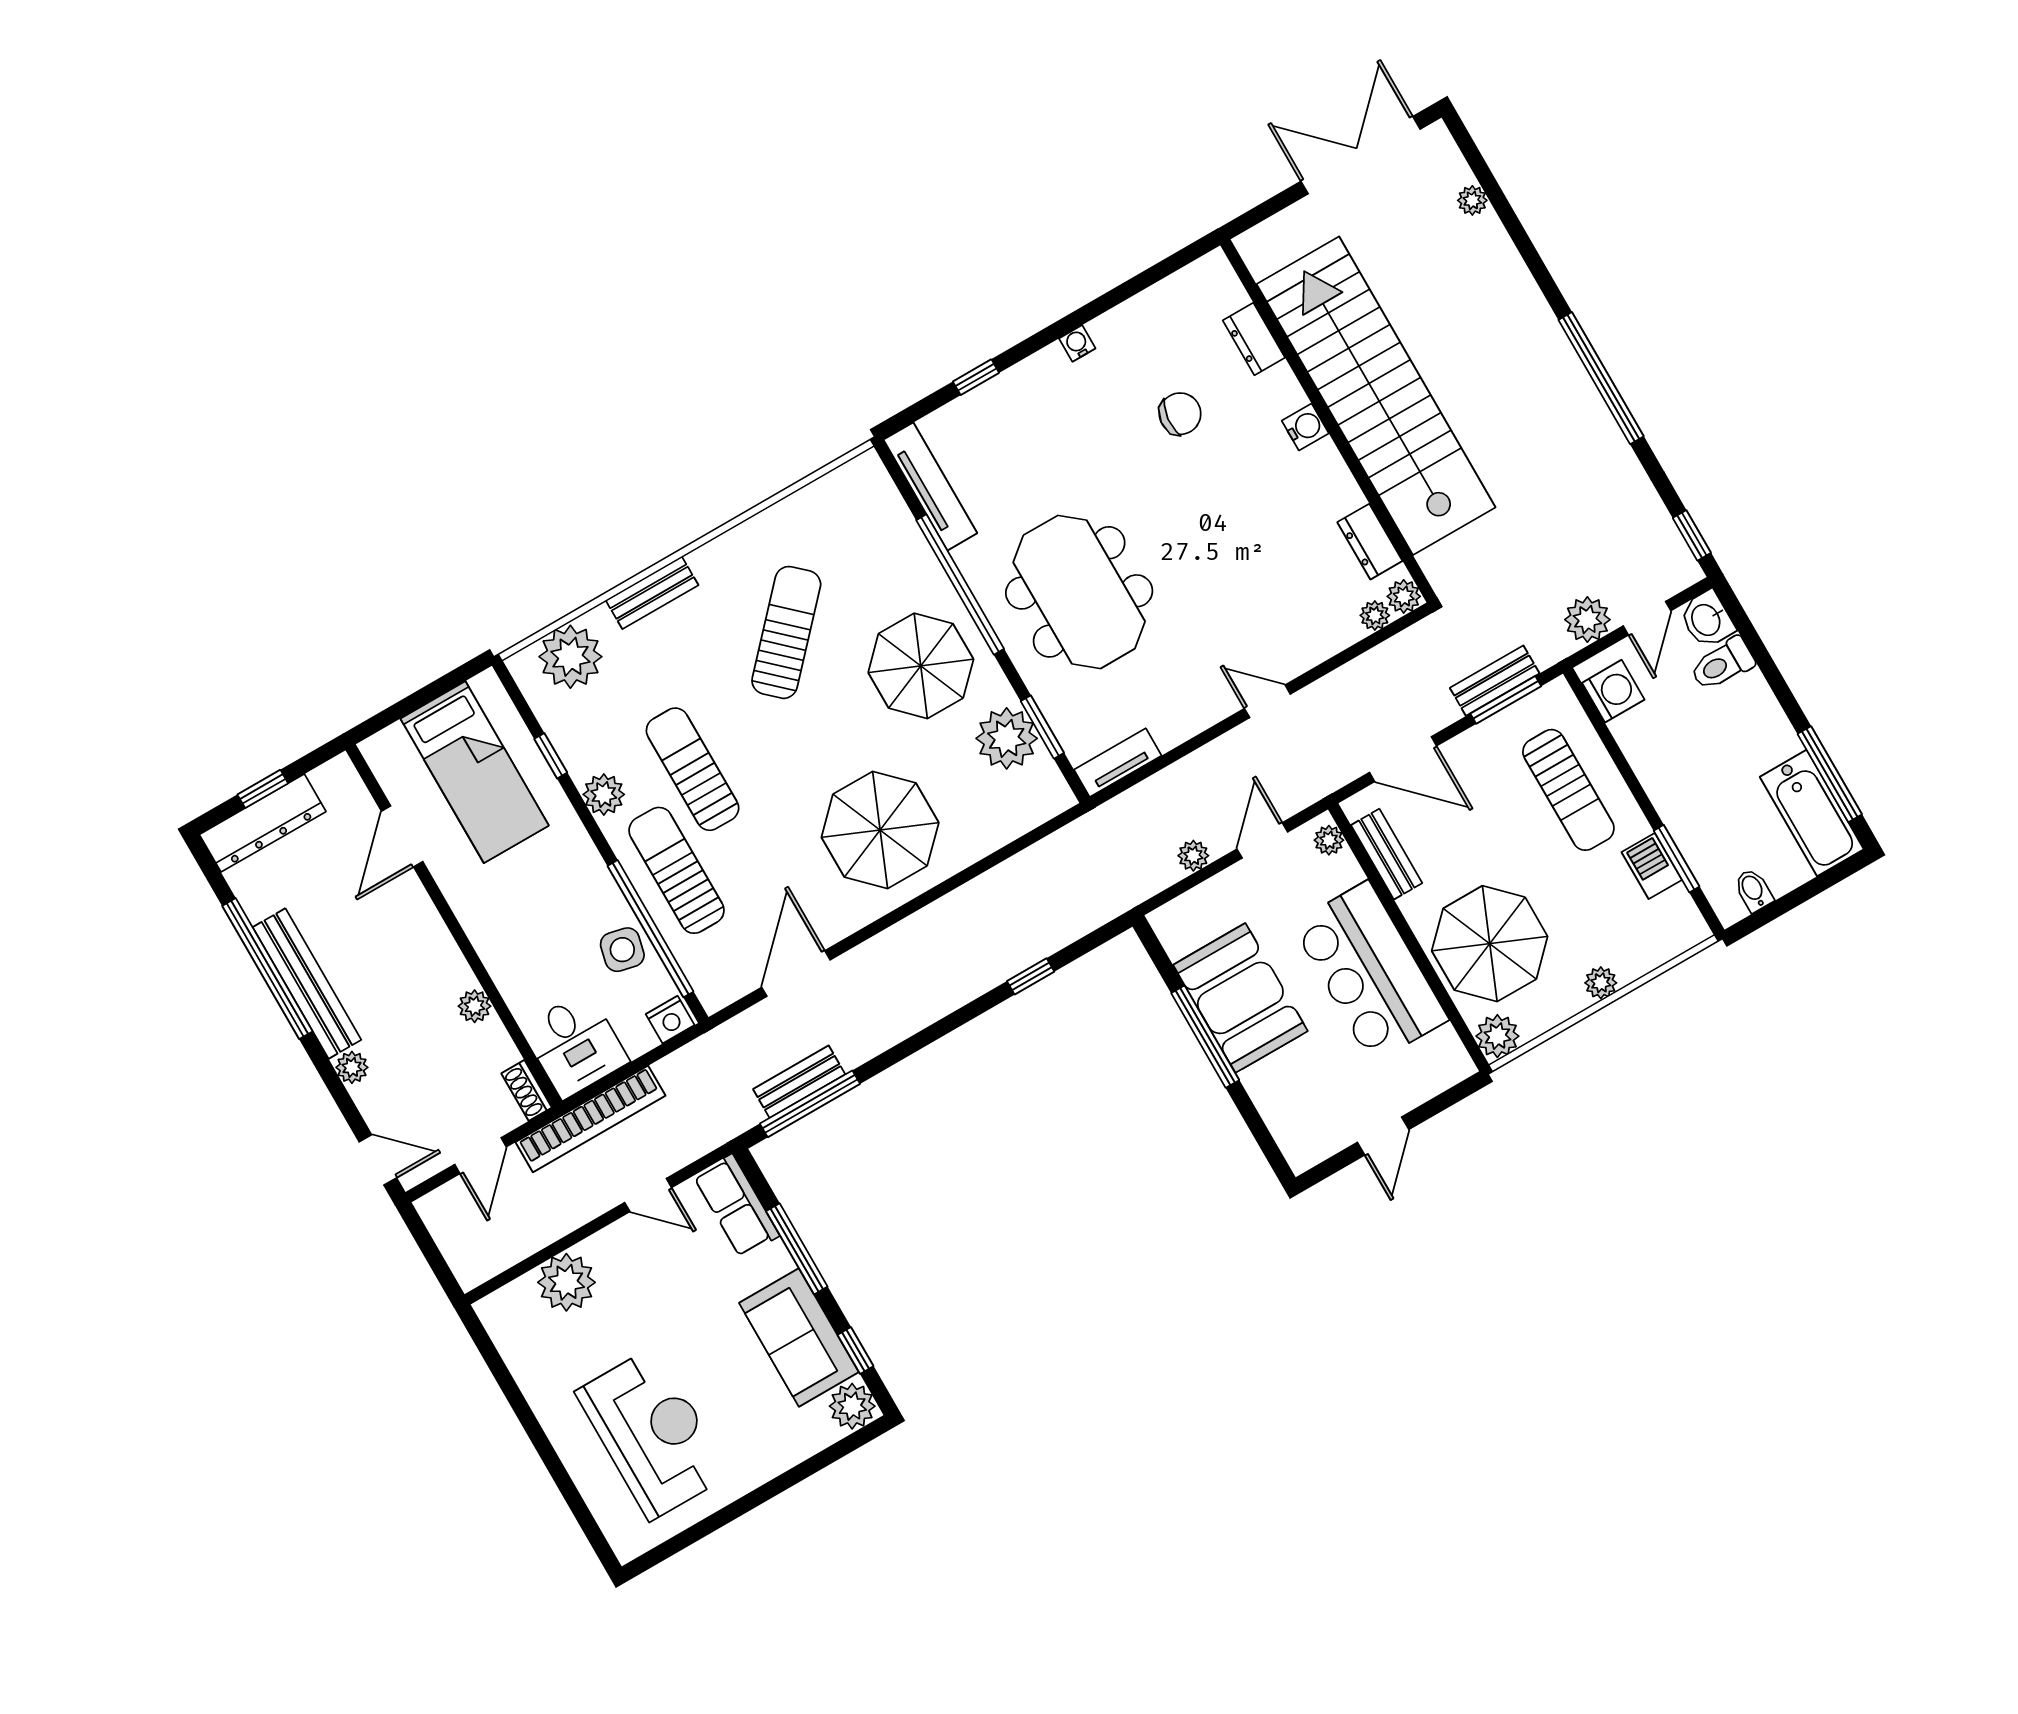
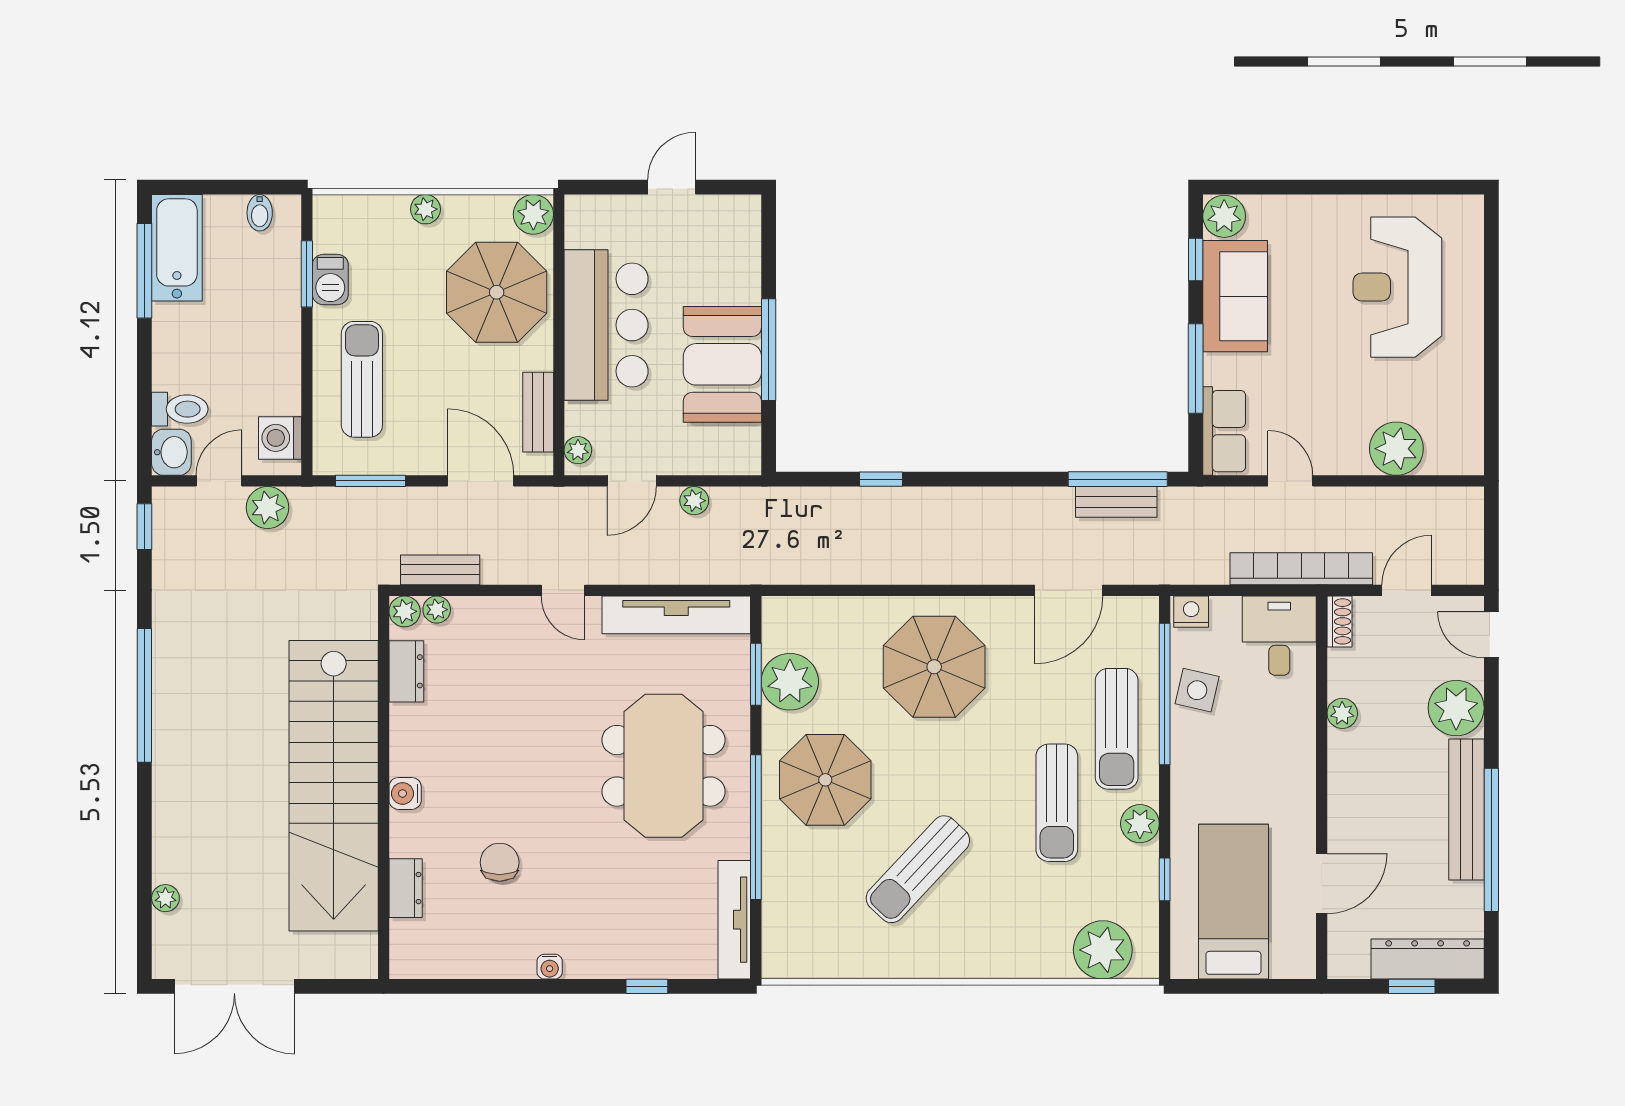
chair: (1180, 414) -> (500, 862), turned 84
bench: (652, 593) -> (1007, 964), removed
bench: (1495, 681) -> (440, 570), moved
tv unit: (1118, 763) -> (676, 615), width x1.92, depth x1.29
plant: (352, 1067) -> (1456, 708), width x1.87, depth x1.87

